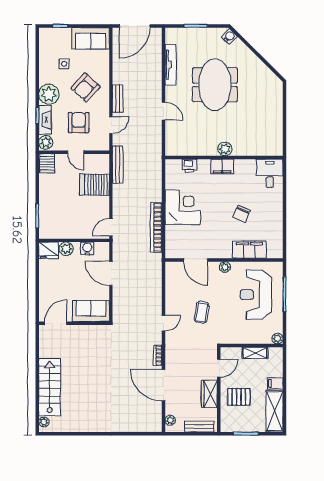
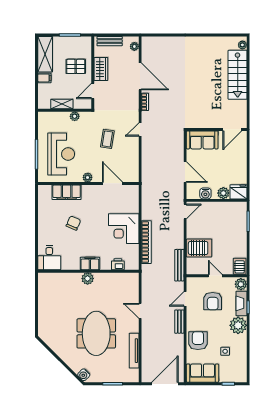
armchair: (86, 87) -> (198, 341), moved, turned -42
bookcase: (156, 228) -> (146, 242), moved
plant: (278, 339) -> (75, 116), moved

